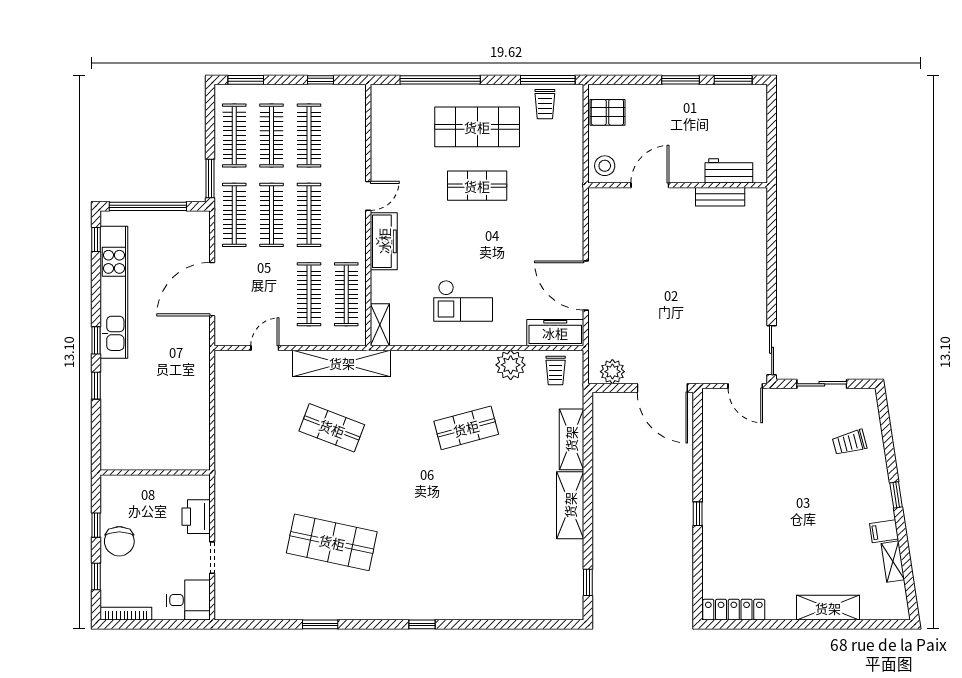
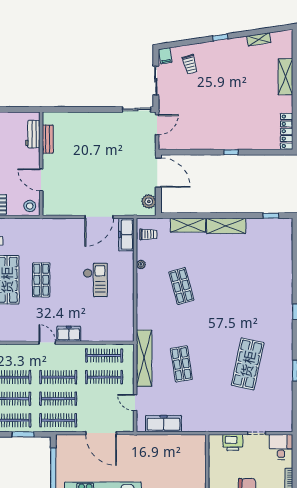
window: (210, 179) -> (23, 434), moved
freezer: (384, 241) -> (69, 334), width x0.71
checkout: (463, 301) -> (95, 280), moved
shelving: (380, 325) -> (122, 336), removed
plant: (511, 365) -> (141, 264), width x0.53, depth x0.53
door: (662, 388) -> (158, 173), hinge flipped
freezer: (229, 397) -> (164, 424), added
shop shelf: (332, 428) -> (181, 364), turned -30
filing cabinet: (884, 531) -> (165, 56), moved

